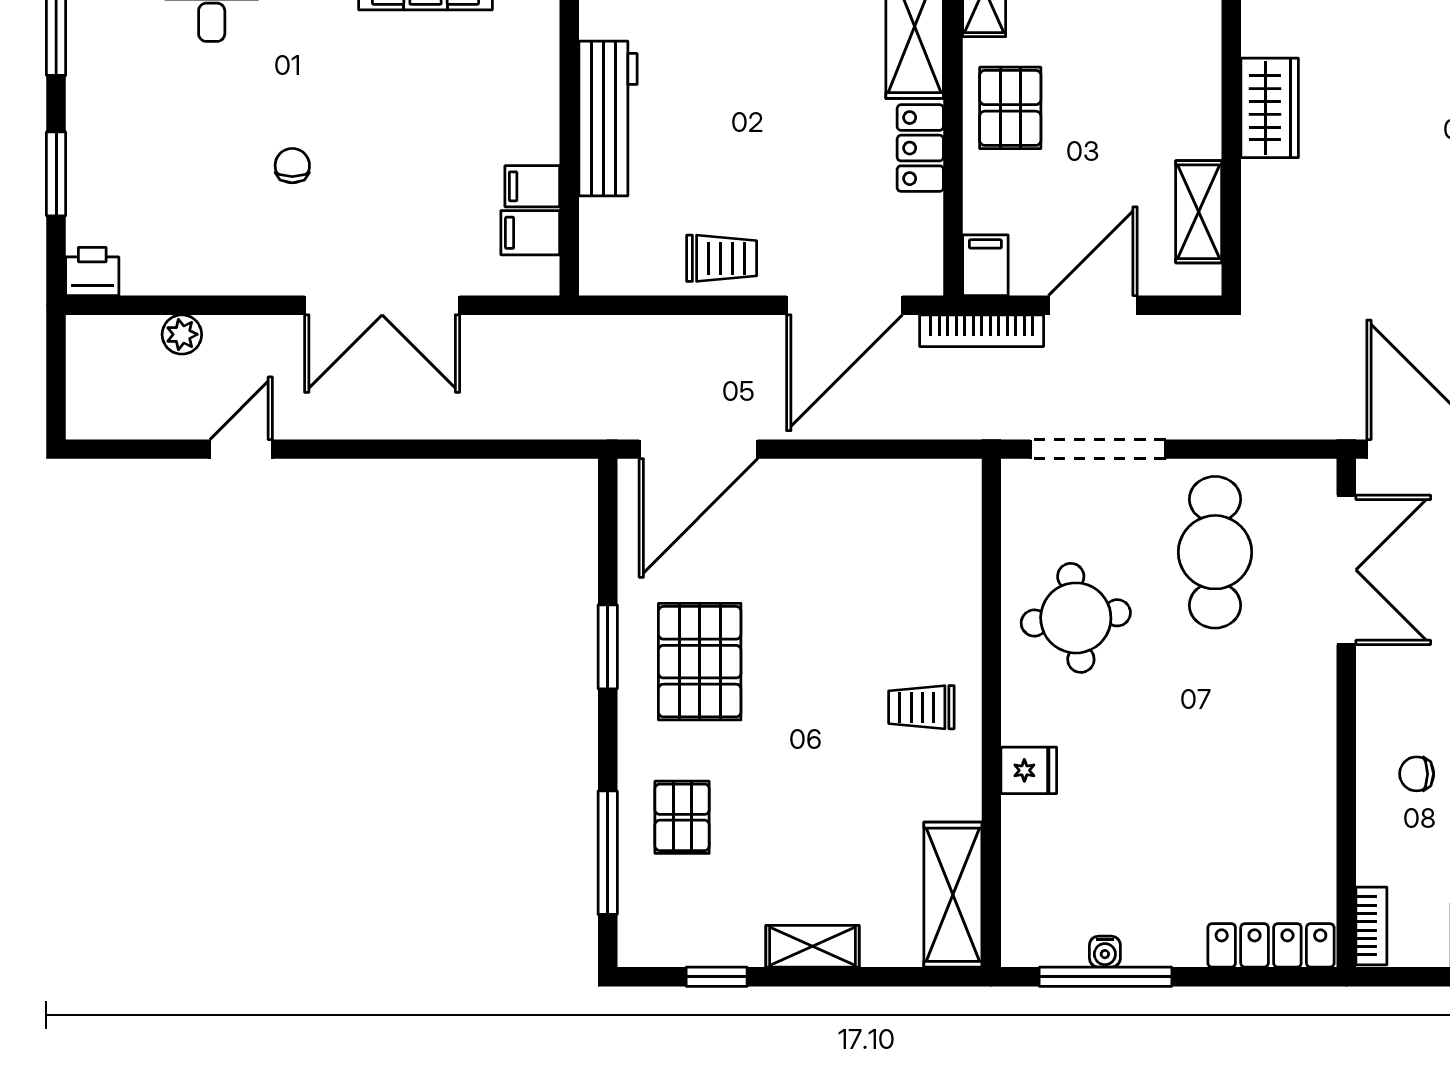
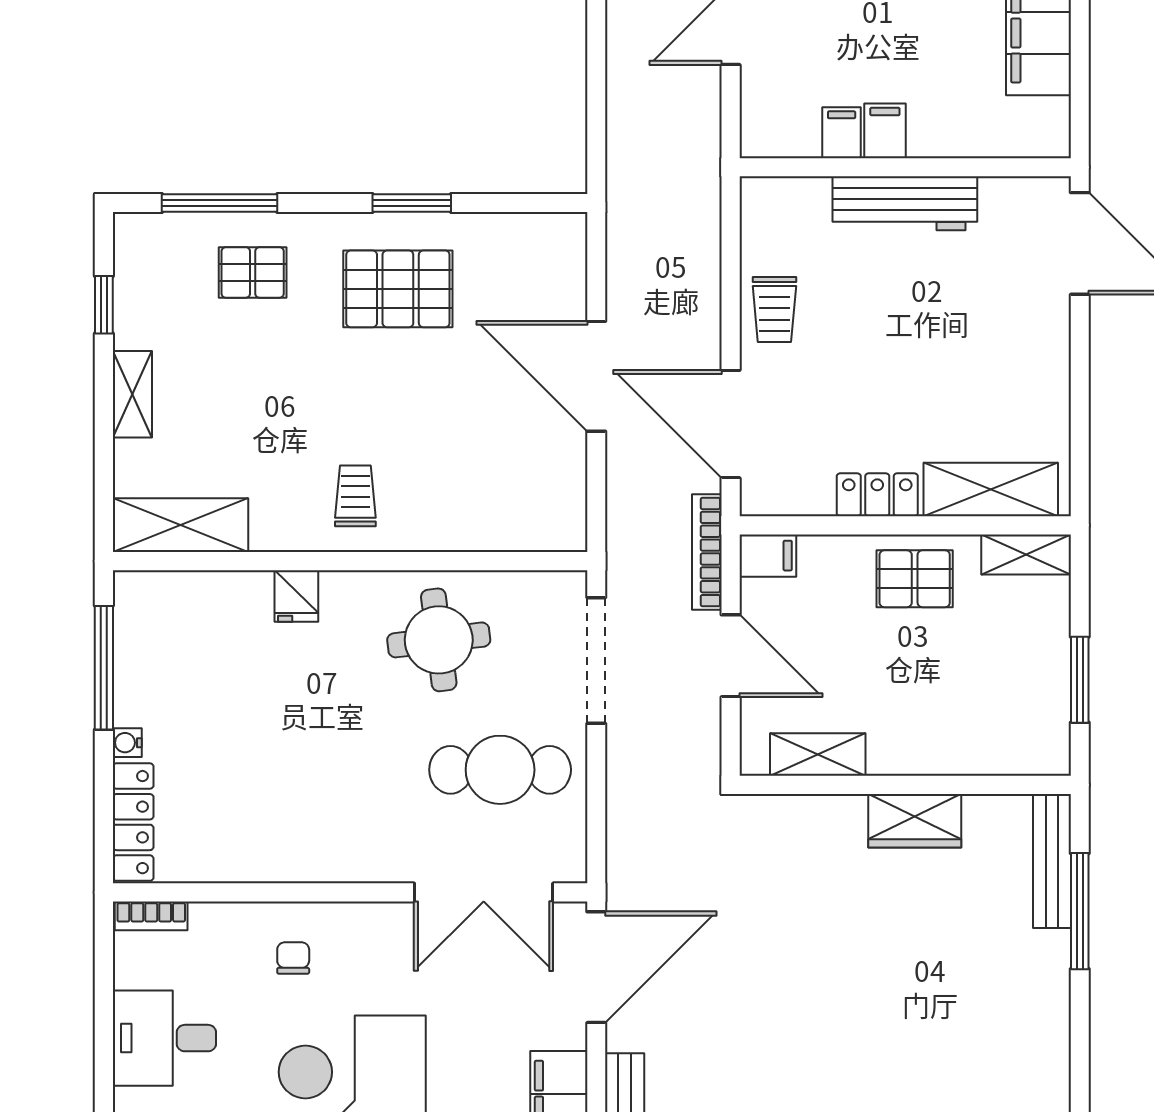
filing cabinet: (530, 233) -> (885, 131), moved
door: (698, 449) -> (596, 376), moved
water cooler: (1105, 952) -> (127, 743), moved

